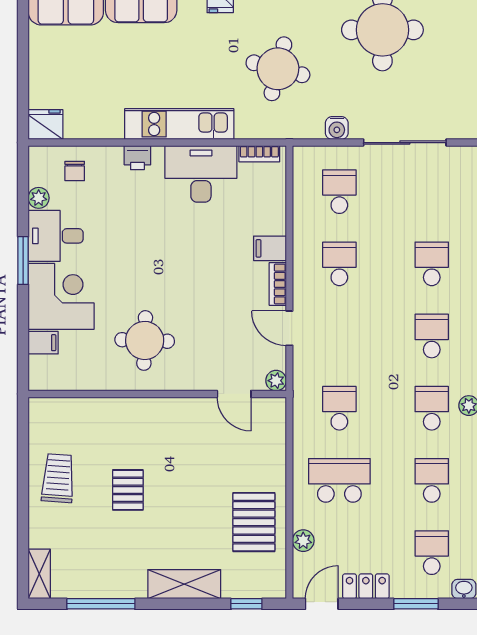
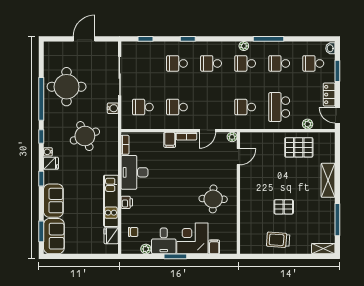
round table: (278, 69) -> (85, 136), turned -36
fridge: (46, 124) -> (111, 236), moved
kitchen unit: (179, 124) -> (111, 201), moved
window: (246, 604) -> (337, 151), removed

